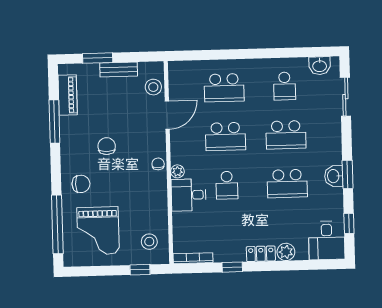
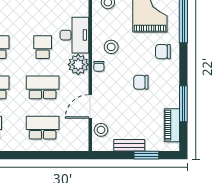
chair: (107, 146) -> (141, 82), turned 90
plant: (177, 171) -> (78, 65), width x1.88, depth x1.88
stool: (144, 188) -> (111, 47), added
desk: (189, 195) -> (74, 35), width x1.37

